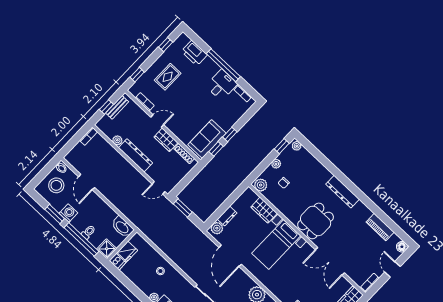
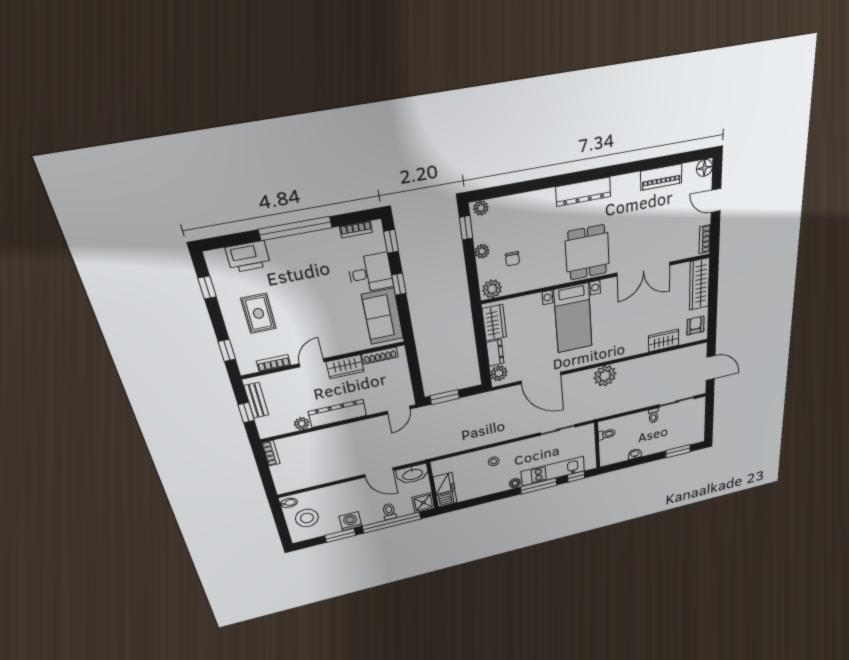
desk: (222, 85) -> (370, 273), moved, turned 90
window: (216, 149) -> (391, 241), moved
door: (87, 182) -> (379, 472), moved
wardrobe: (264, 210) -> (494, 323), moved, turned -90

